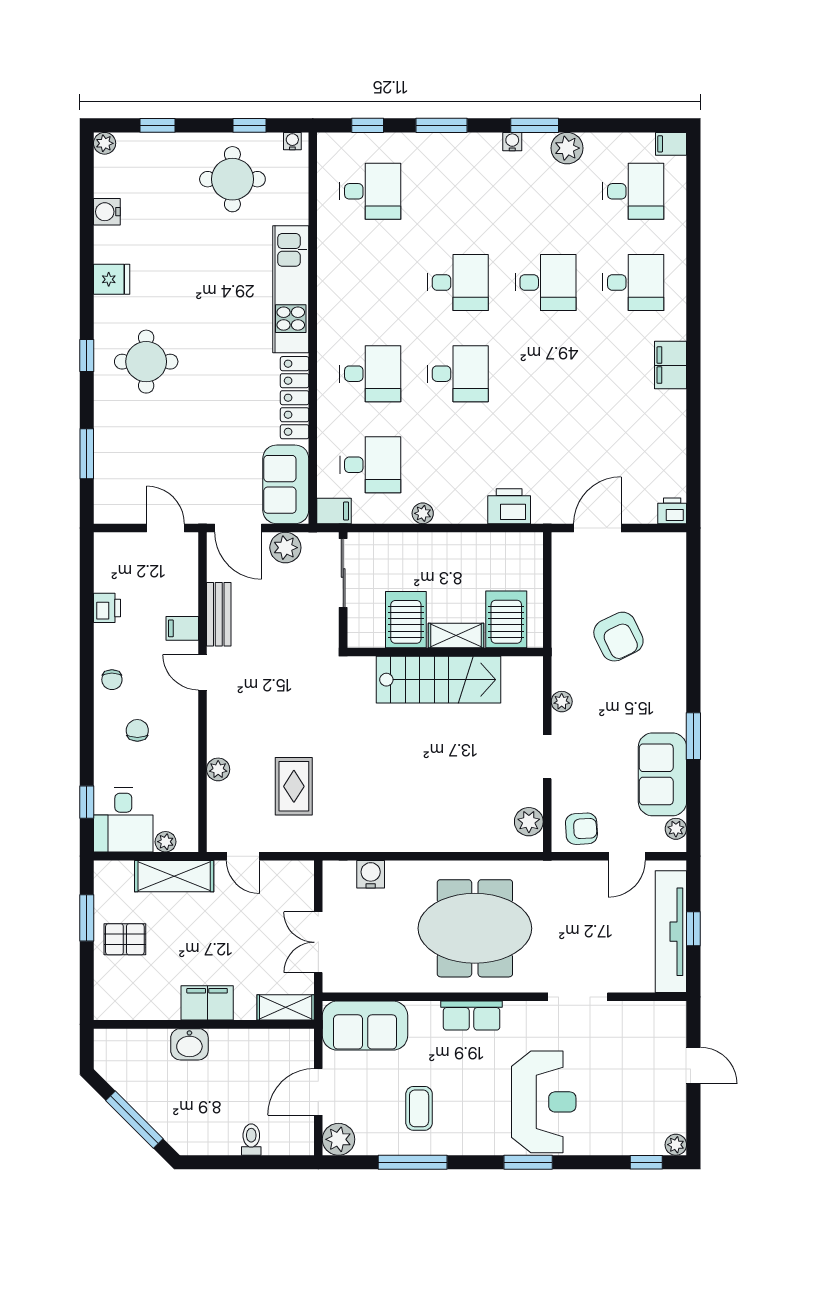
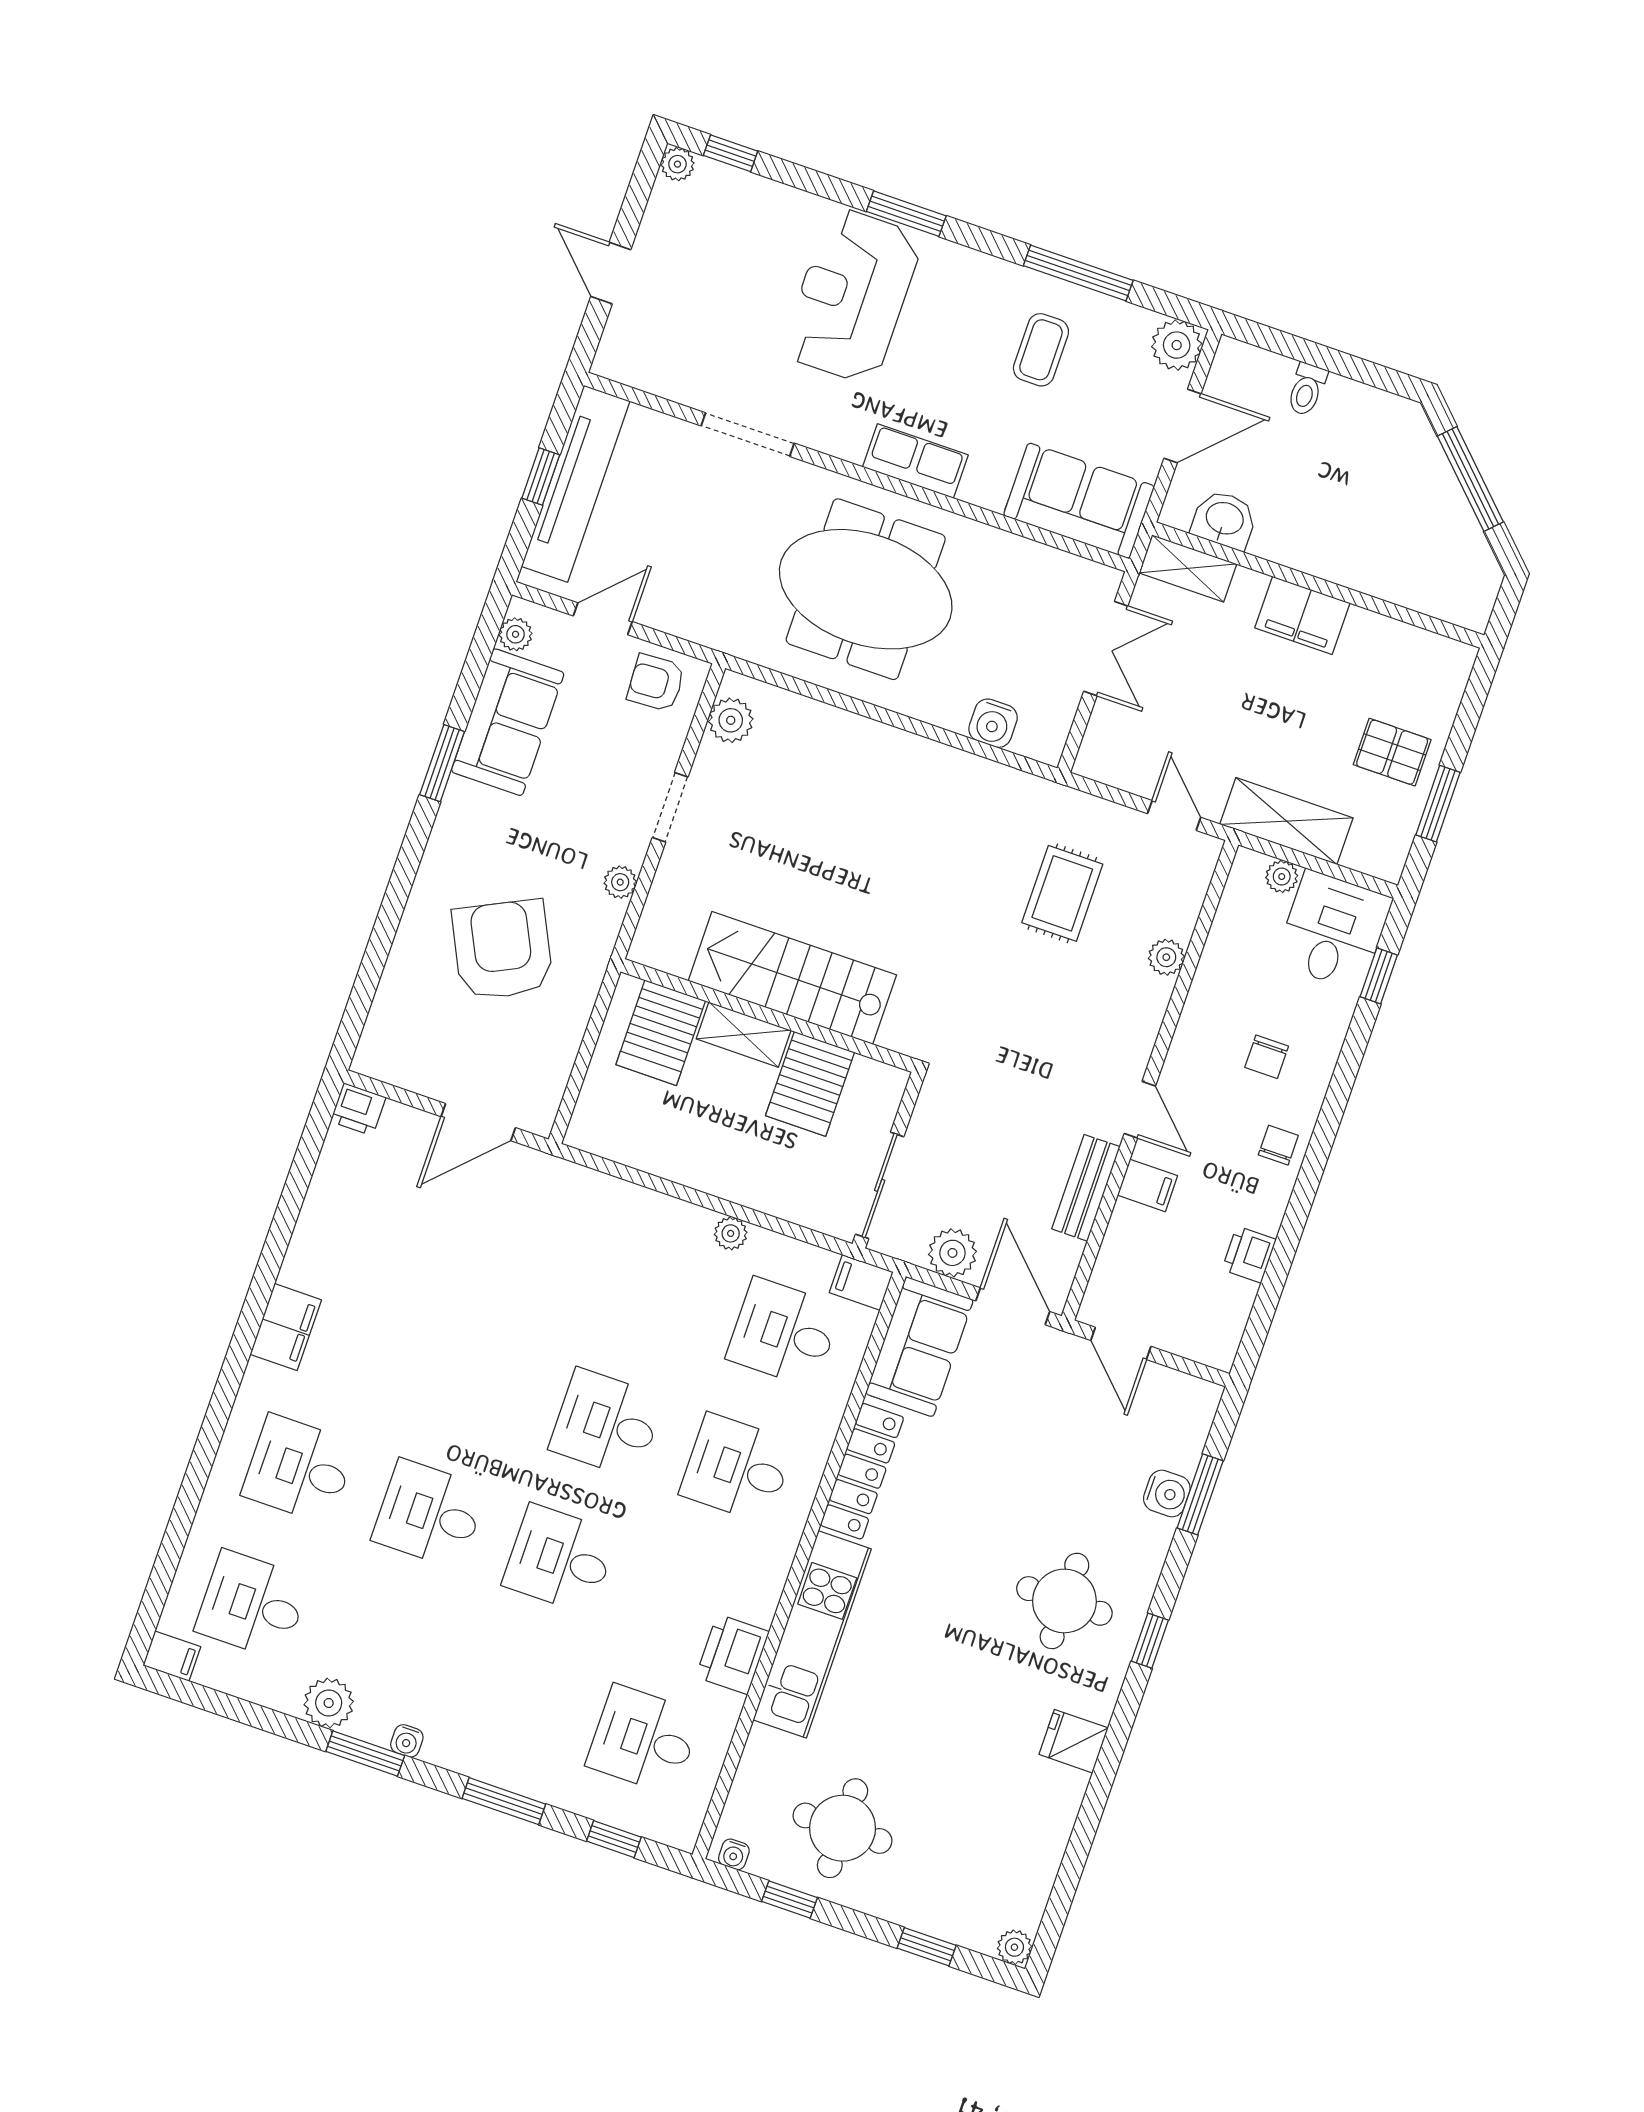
water cooler: (107, 212) -> (1167, 1494), moved
printer: (509, 506) -> (732, 1654), moved, turned 90
armchair: (618, 637) -> (502, 950), width x1.36, depth x1.36
washbasin: (189, 1044) -> (1224, 520), moved

